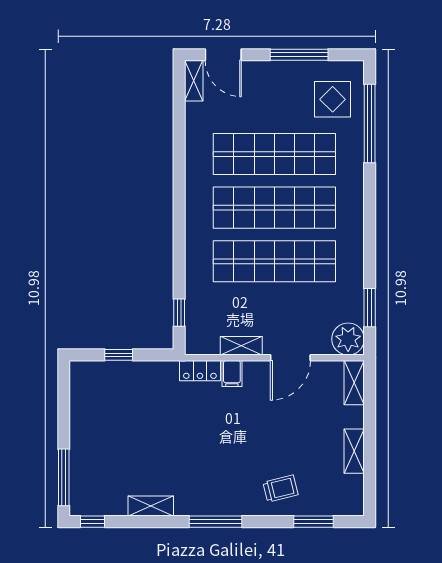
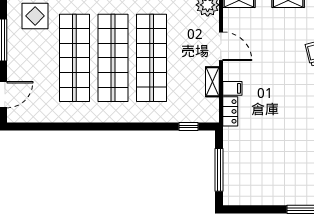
shelving: (194, 81) -> (22, 116), removed
window: (119, 355) -> (219, 170), width x2.17

